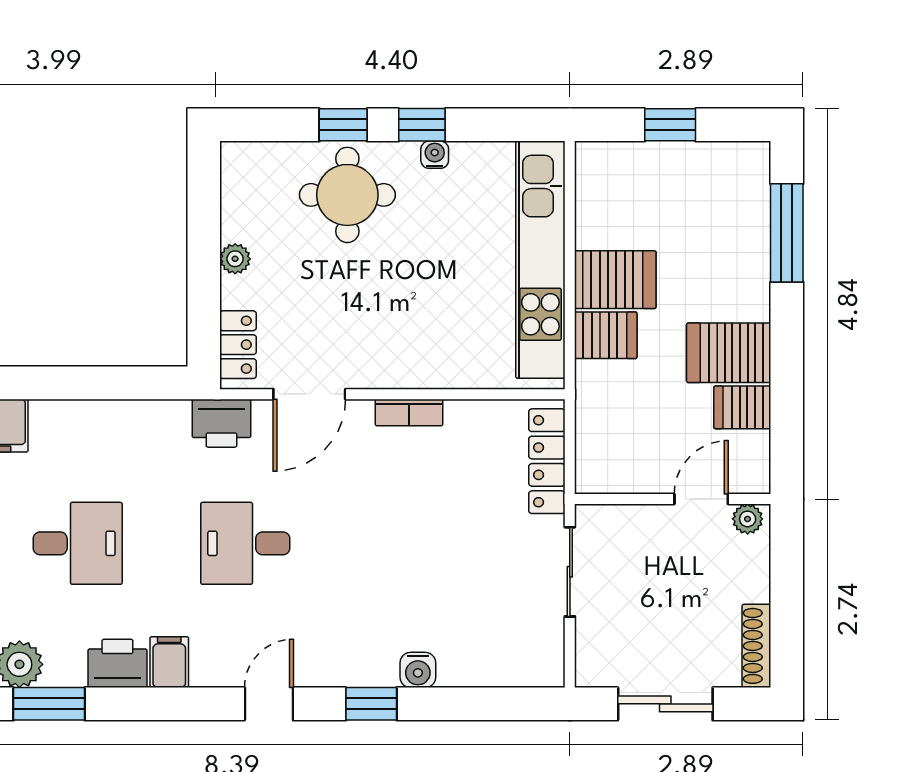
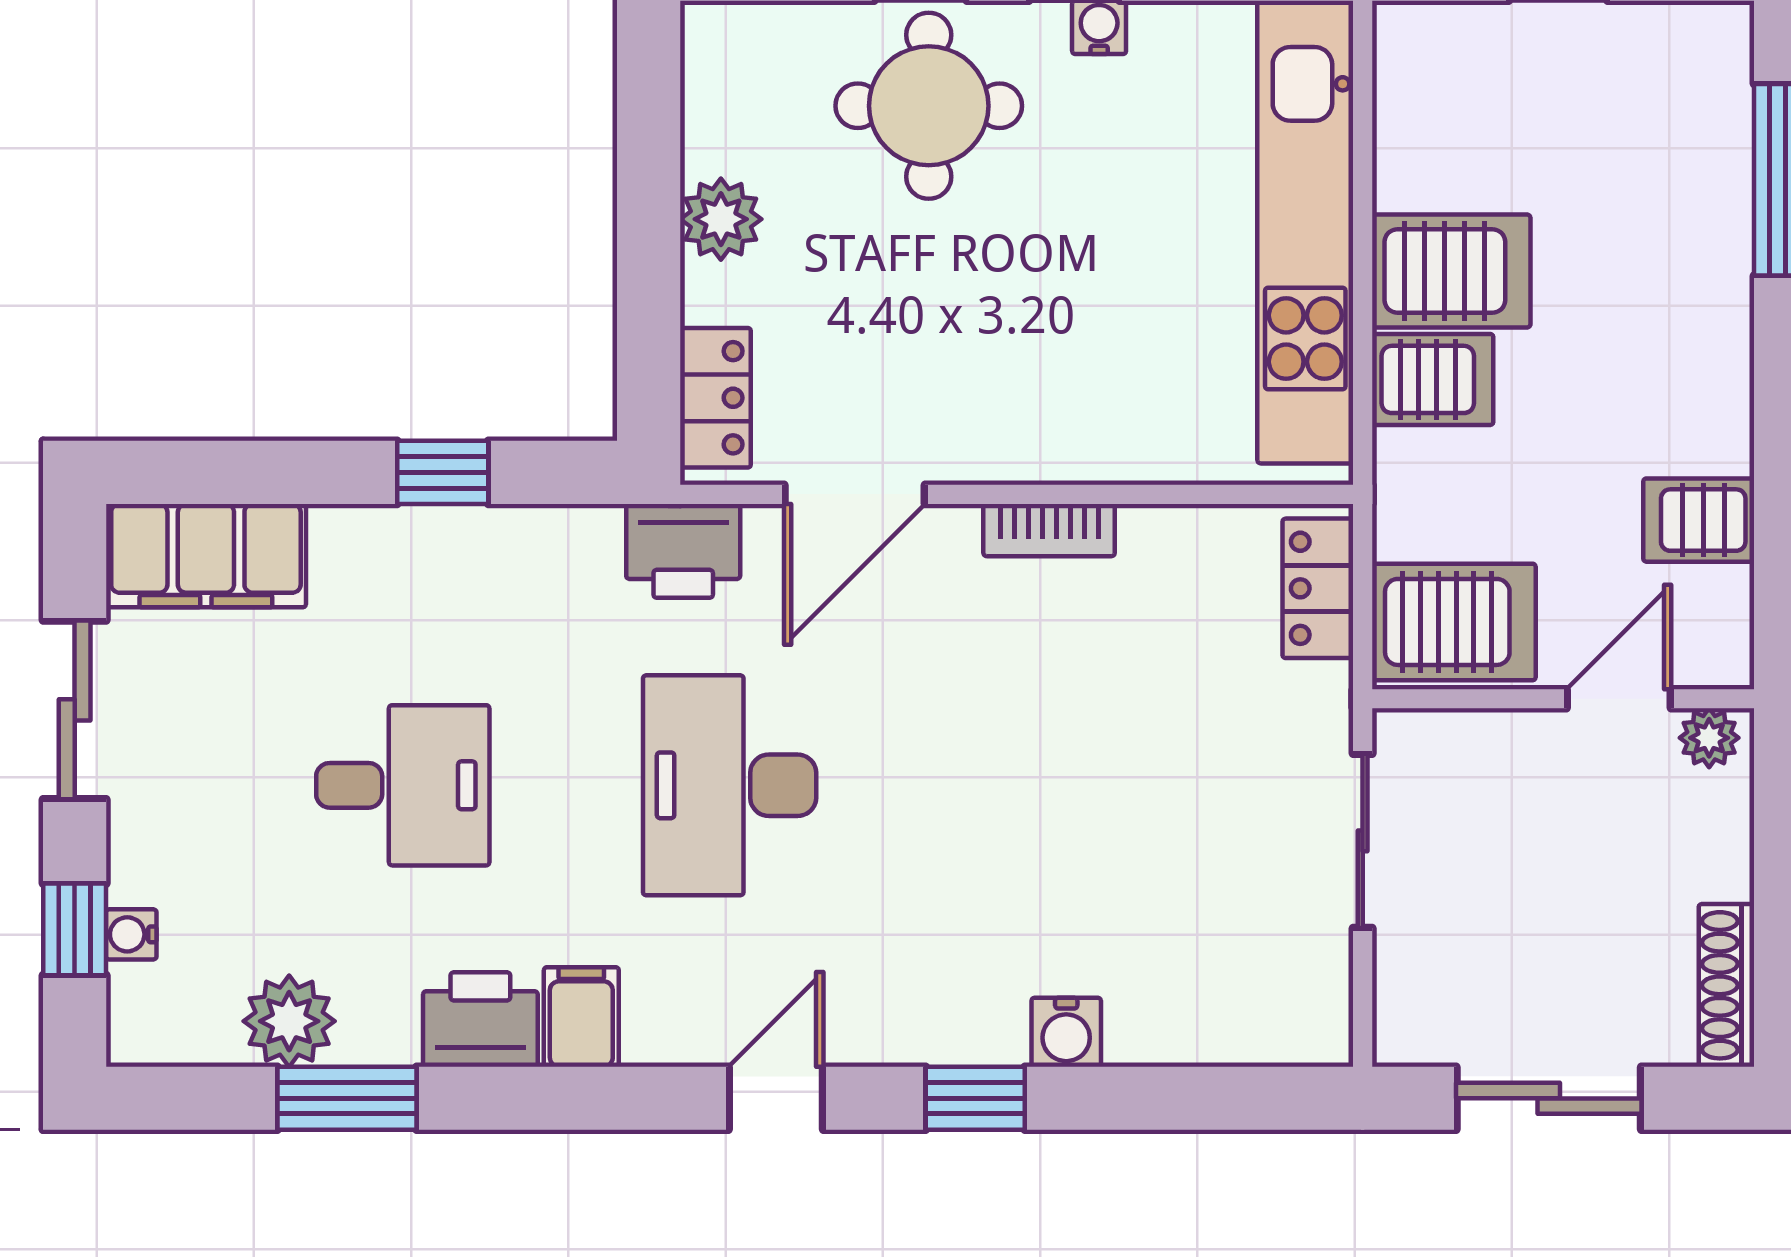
plant: (235, 259) -> (721, 219), width x1.38, depth x1.38
server rack: (729, 353) -> (1454, 622), moved, turned 180
window: (98, 383) -> (443, 472), added
locker: (547, 461) -> (1318, 588), width x0.66
desk: (245, 543) -> (730, 785), width x1.37

